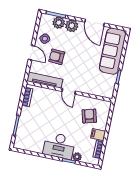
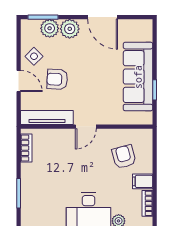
sofa: (113, 51) -> (138, 77), moved
door: (69, 91) -> (86, 127), hinge flipped

